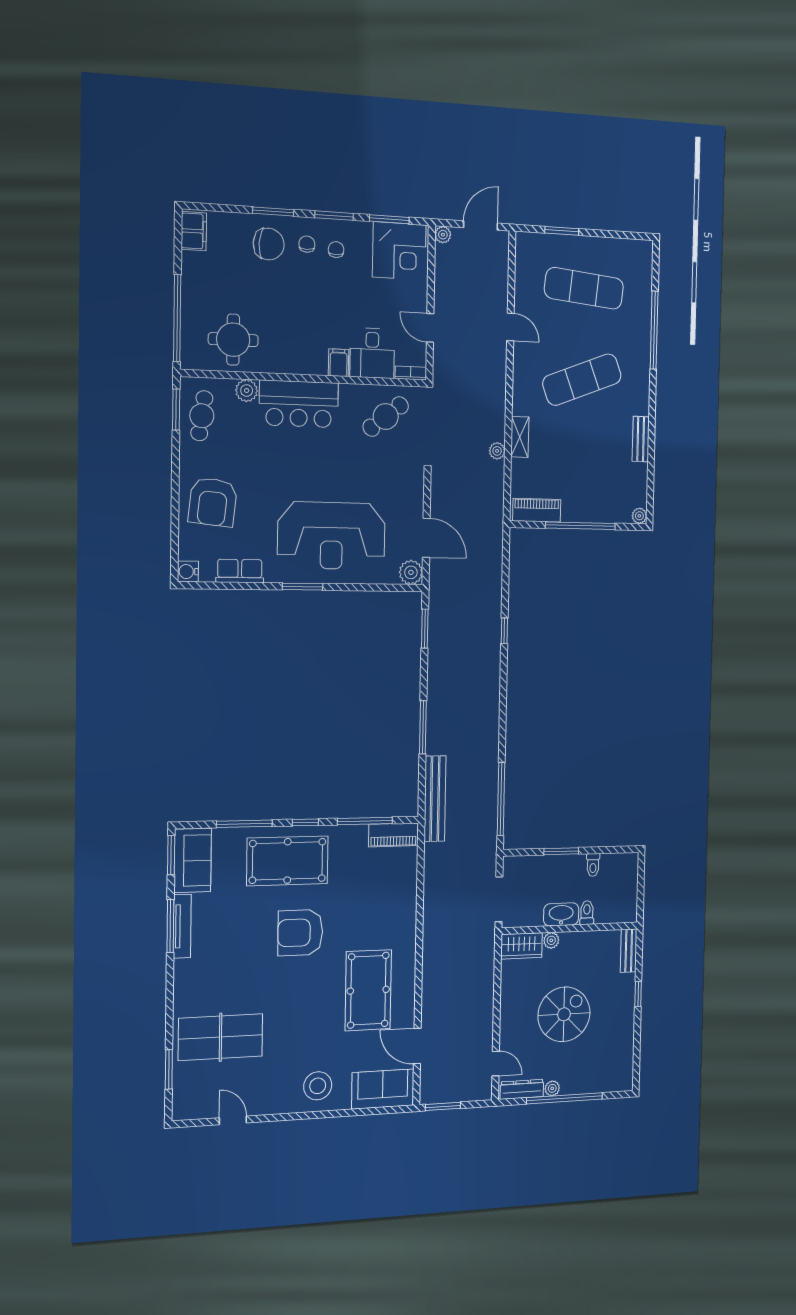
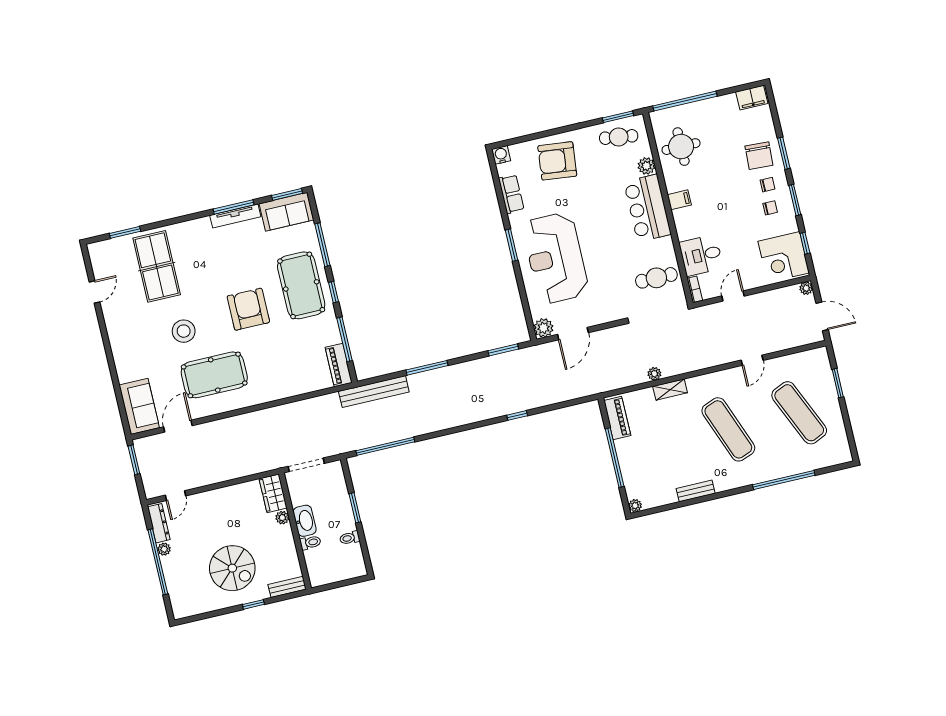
window: (389, 219) -> (805, 243), width x0.67
exercise mat: (584, 288) -> (799, 413), turned -30
filing cabinet: (339, 363) -> (679, 200), moved
cafe table: (386, 417) -> (656, 278), turned -52
spiral stairs: (564, 1014) -> (232, 568), moved
stool: (318, 1086) -> (184, 331), moved

